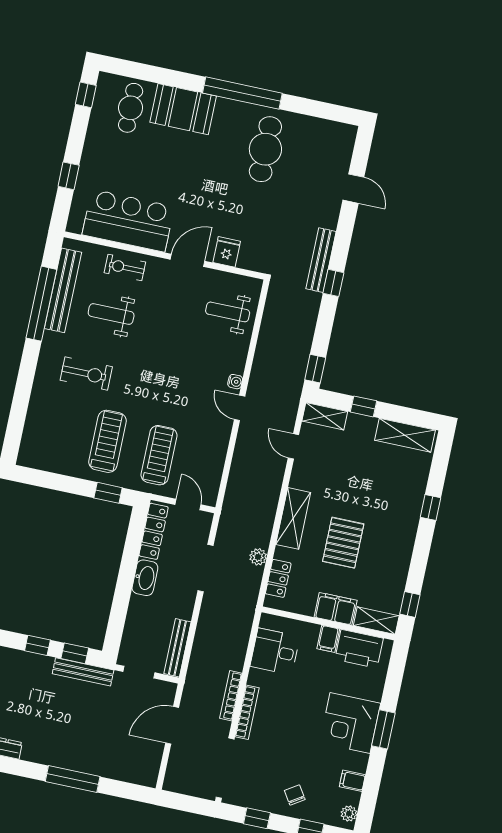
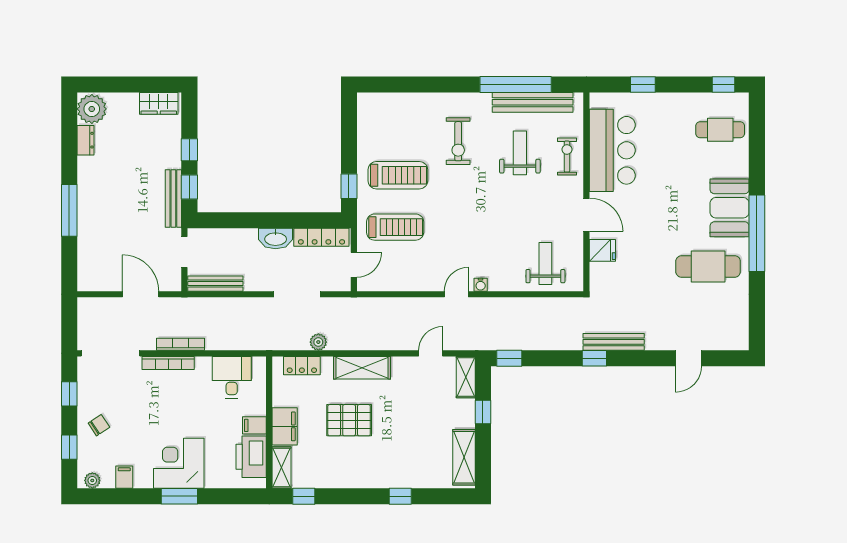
booth: (183, 109) -> (730, 208), moved

